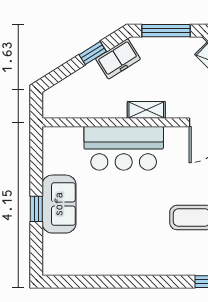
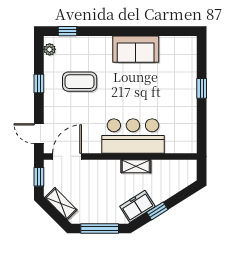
shelving: (146, 110) -> (136, 166), moved
sofa: (59, 204) -> (136, 49), moved, turned -90

